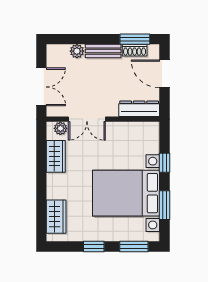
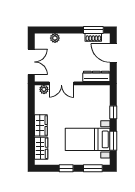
bench: (103, 51) -> (72, 38), removed
wardrobe: (56, 156) -> (41, 125), moved
bed with nightstands: (126, 193) -> (88, 139), width x0.73

